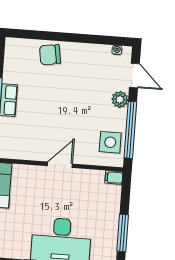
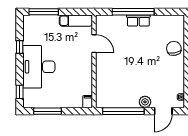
side table: (110, 142) -> (113, 97), removed
door: (60, 165) -> (94, 44), moved

